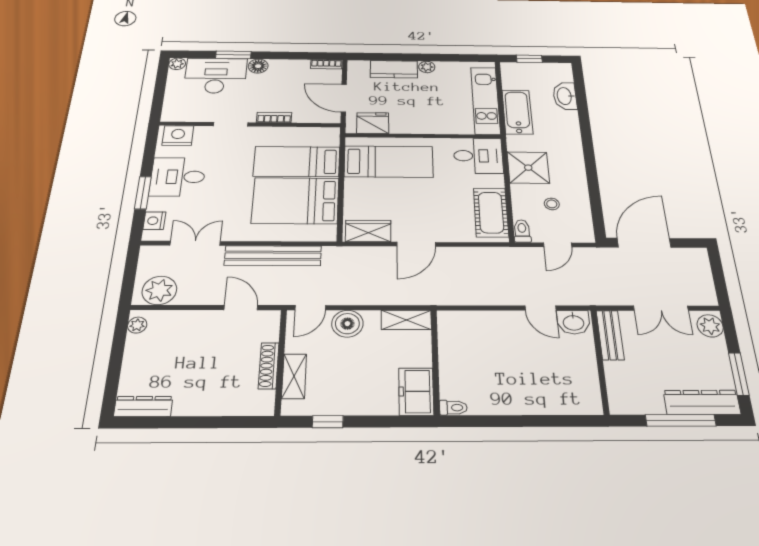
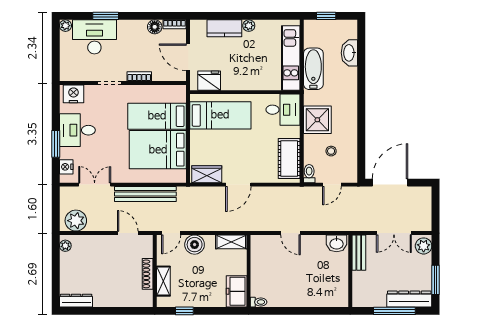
floor lamp: (258, 66) -> (155, 27), moved
door: (541, 308) -> (290, 233), moved

